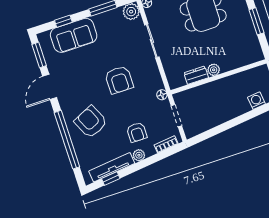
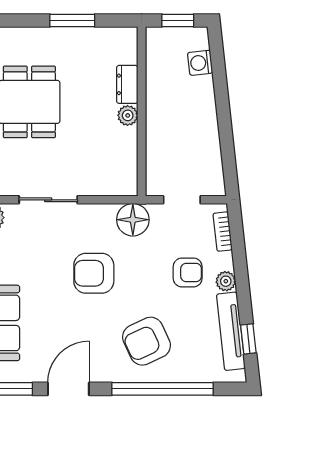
dresser: (196, 75) -> (127, 84), moved
armchair: (119, 80) -> (94, 273), turned 180
door: (50, 87) -> (68, 389), swing flipped
floor lamp: (162, 95) -> (133, 220), width x1.89, depth x1.89

